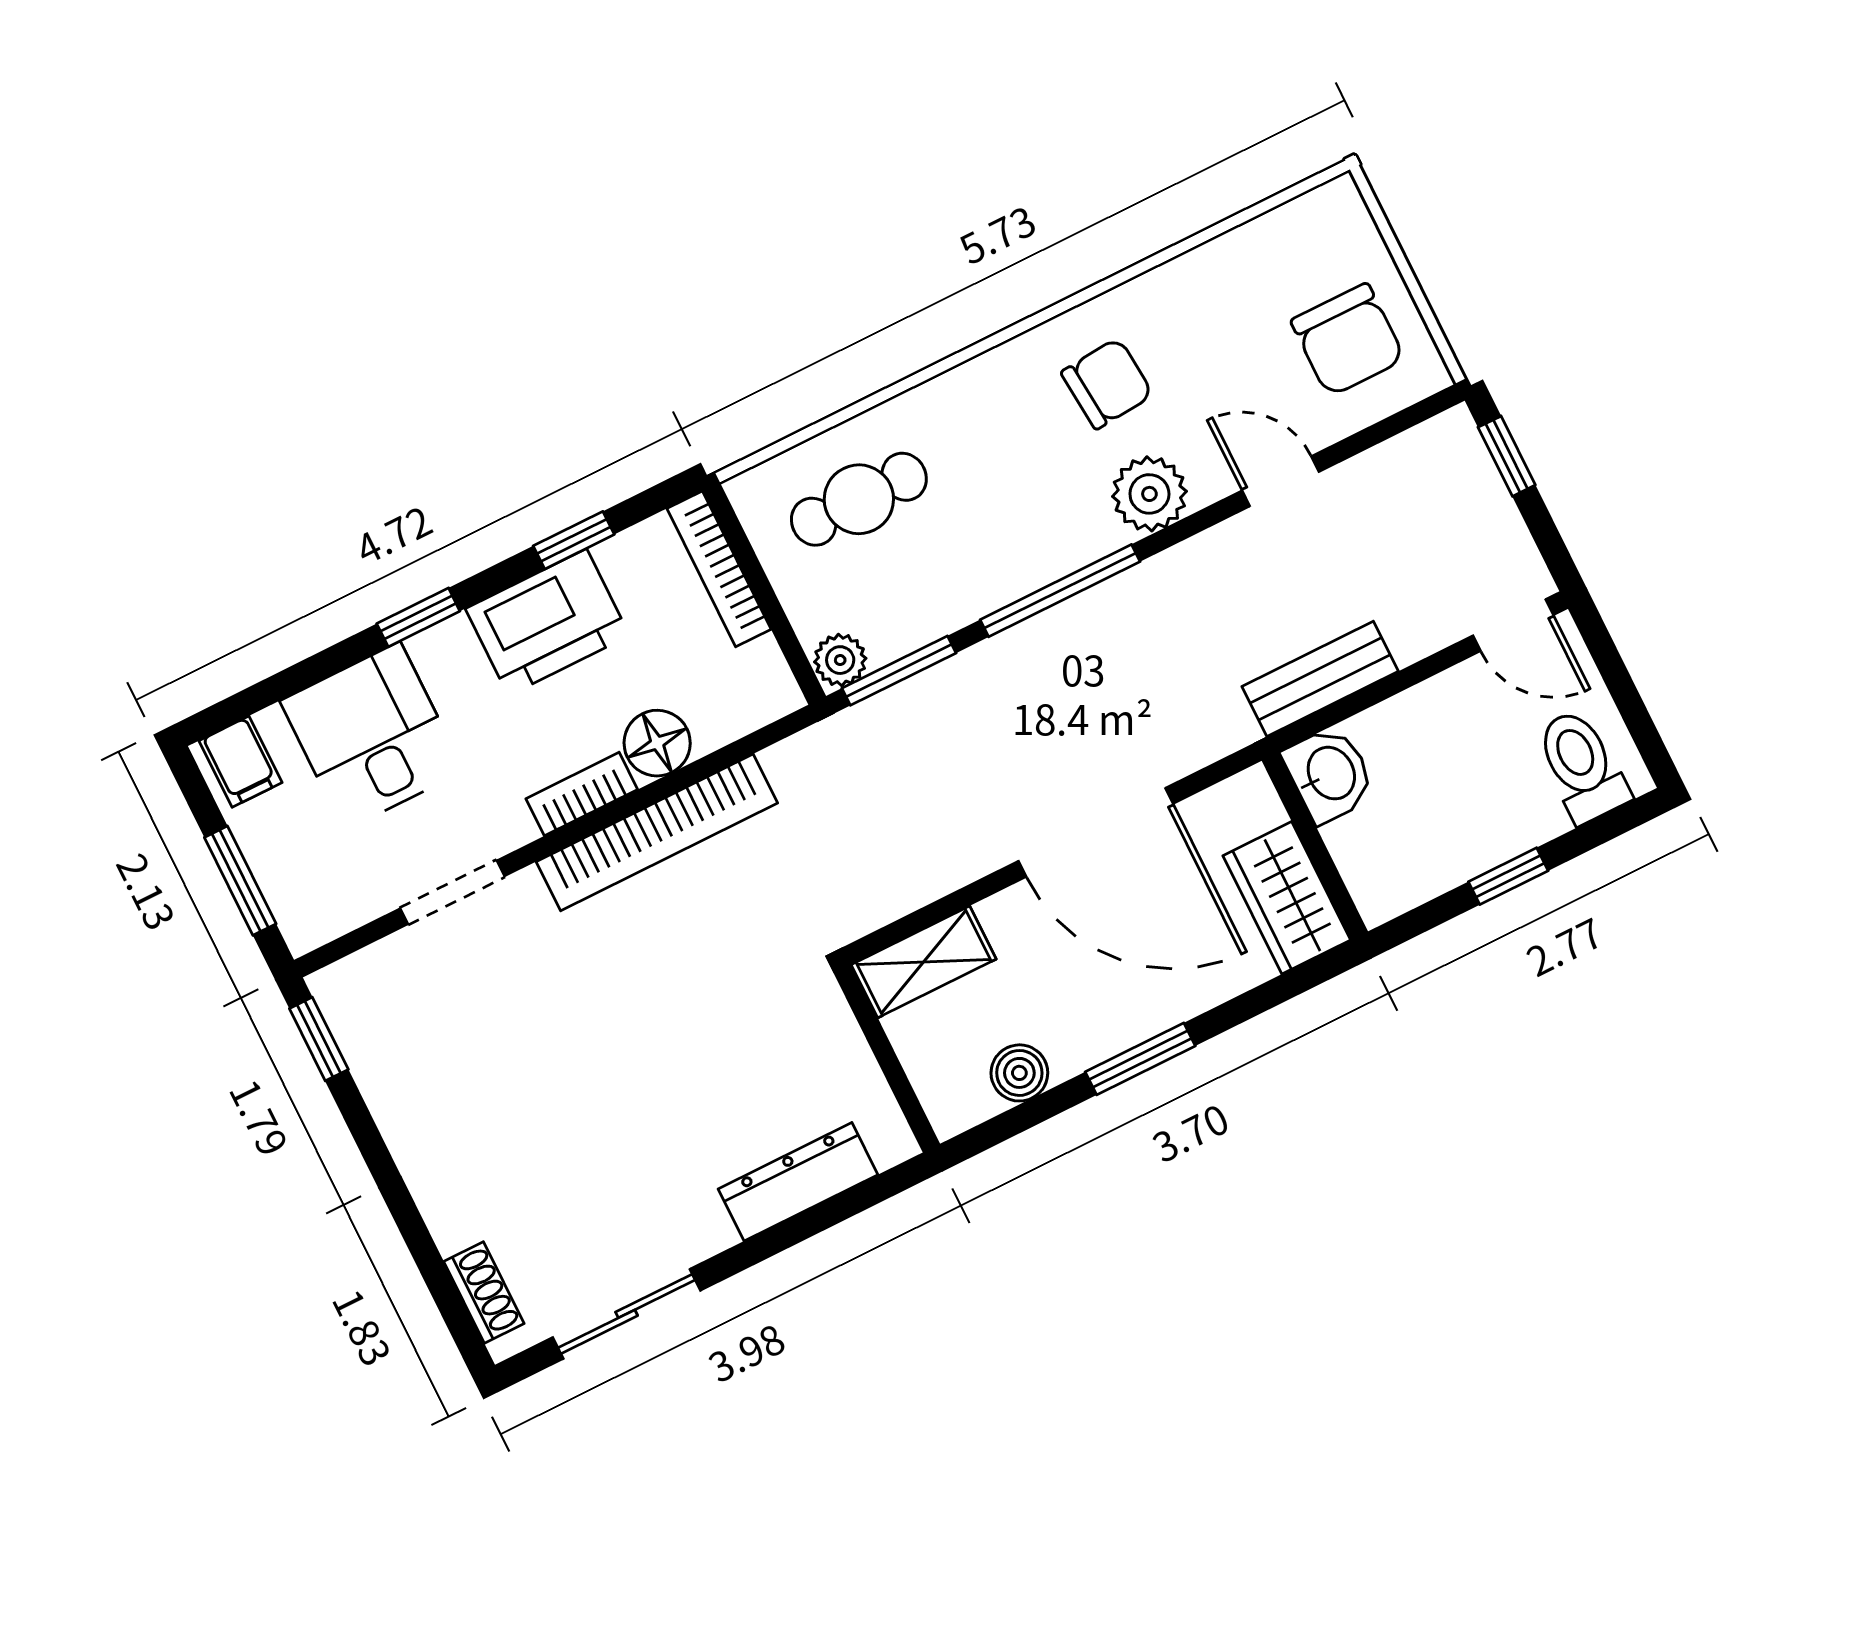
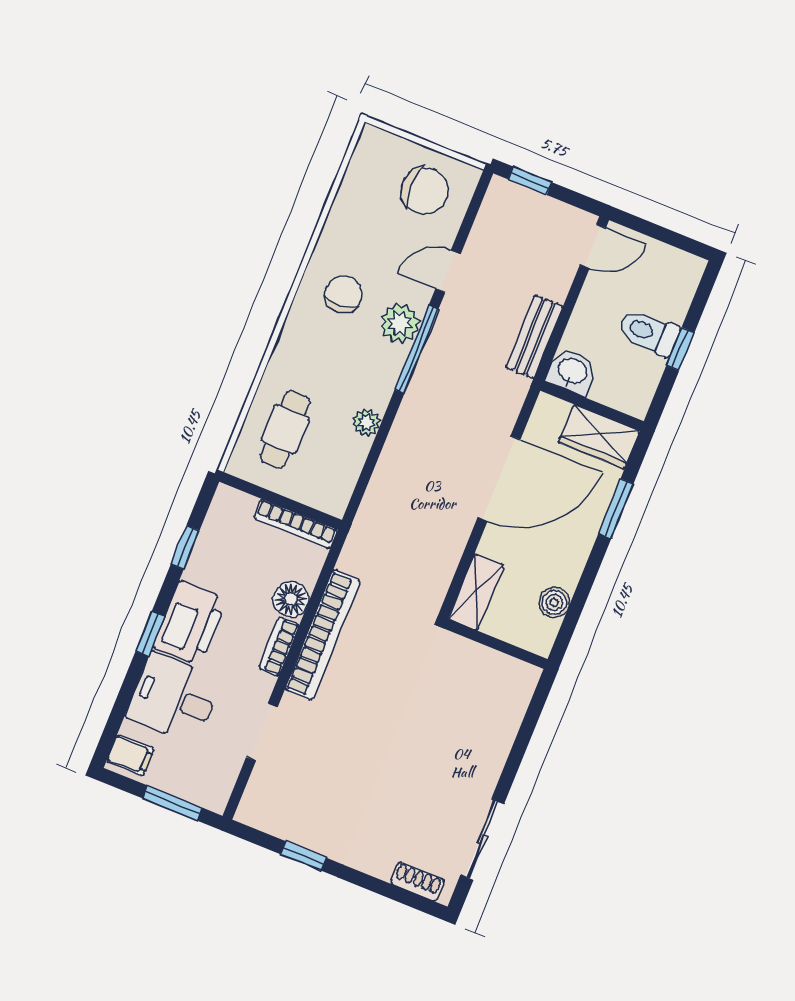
bookcase: (719, 569) -> (296, 524), moved
window: (1060, 591) -> (417, 349), moved
printer: (547, 622) -> (190, 623), moved
plant: (840, 660) -> (366, 422), moved
window: (899, 671) -> (362, 484), removed
toilet: (1582, 766) -> (649, 333), moved
window: (319, 1039) -> (304, 856), moved
window: (1140, 1059) -> (616, 509), moved
dresser: (798, 1182) -> (504, 725), removed

